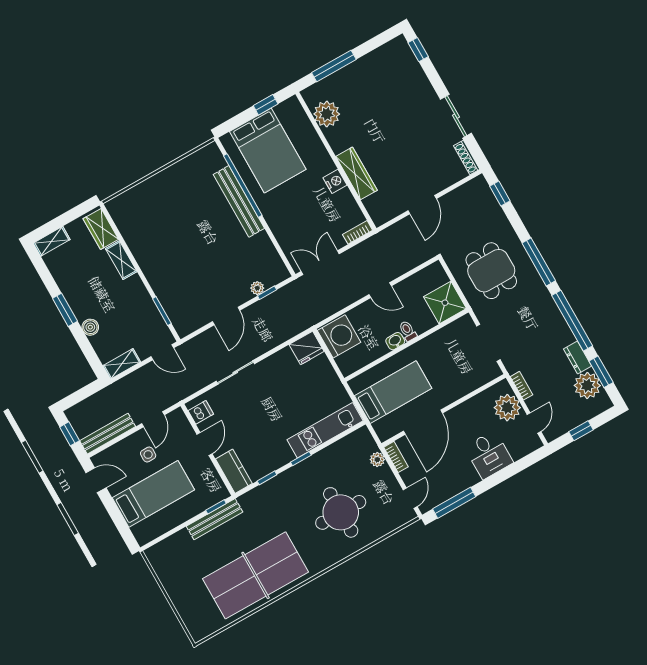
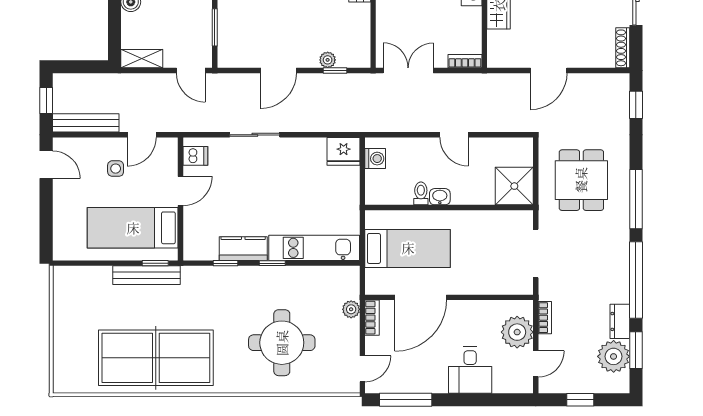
toilet: (408, 331) -> (421, 193), moved
washing machine: (339, 336) -> (375, 159), width x0.53, depth x0.53
kitchen counter: (234, 471) -> (243, 249), moved, turned -90
bed: (153, 494) -> (133, 228), moved, turned 180

